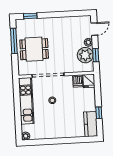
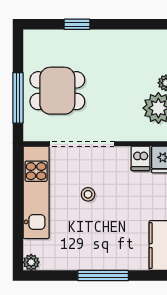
window: (30, 16) -> (77, 24), moved
window: (14, 41) -> (18, 98), moved
window: (62, 141) -> (103, 276), added

